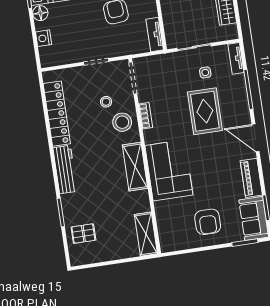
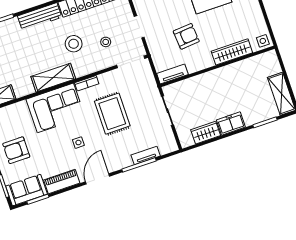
tv unit: (236, 58) -> (146, 155), moved
side table: (205, 73) -> (78, 143), moved
rug: (205, 111) -> (112, 114), moved, turned 90
bookcase: (146, 116) -> (87, 83), moved
stool: (122, 122) -> (74, 44), moved

